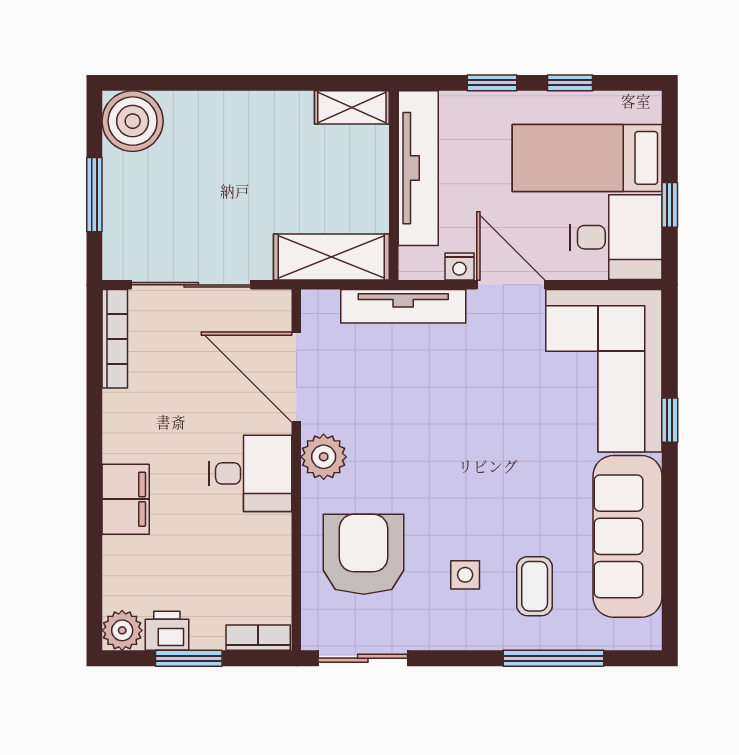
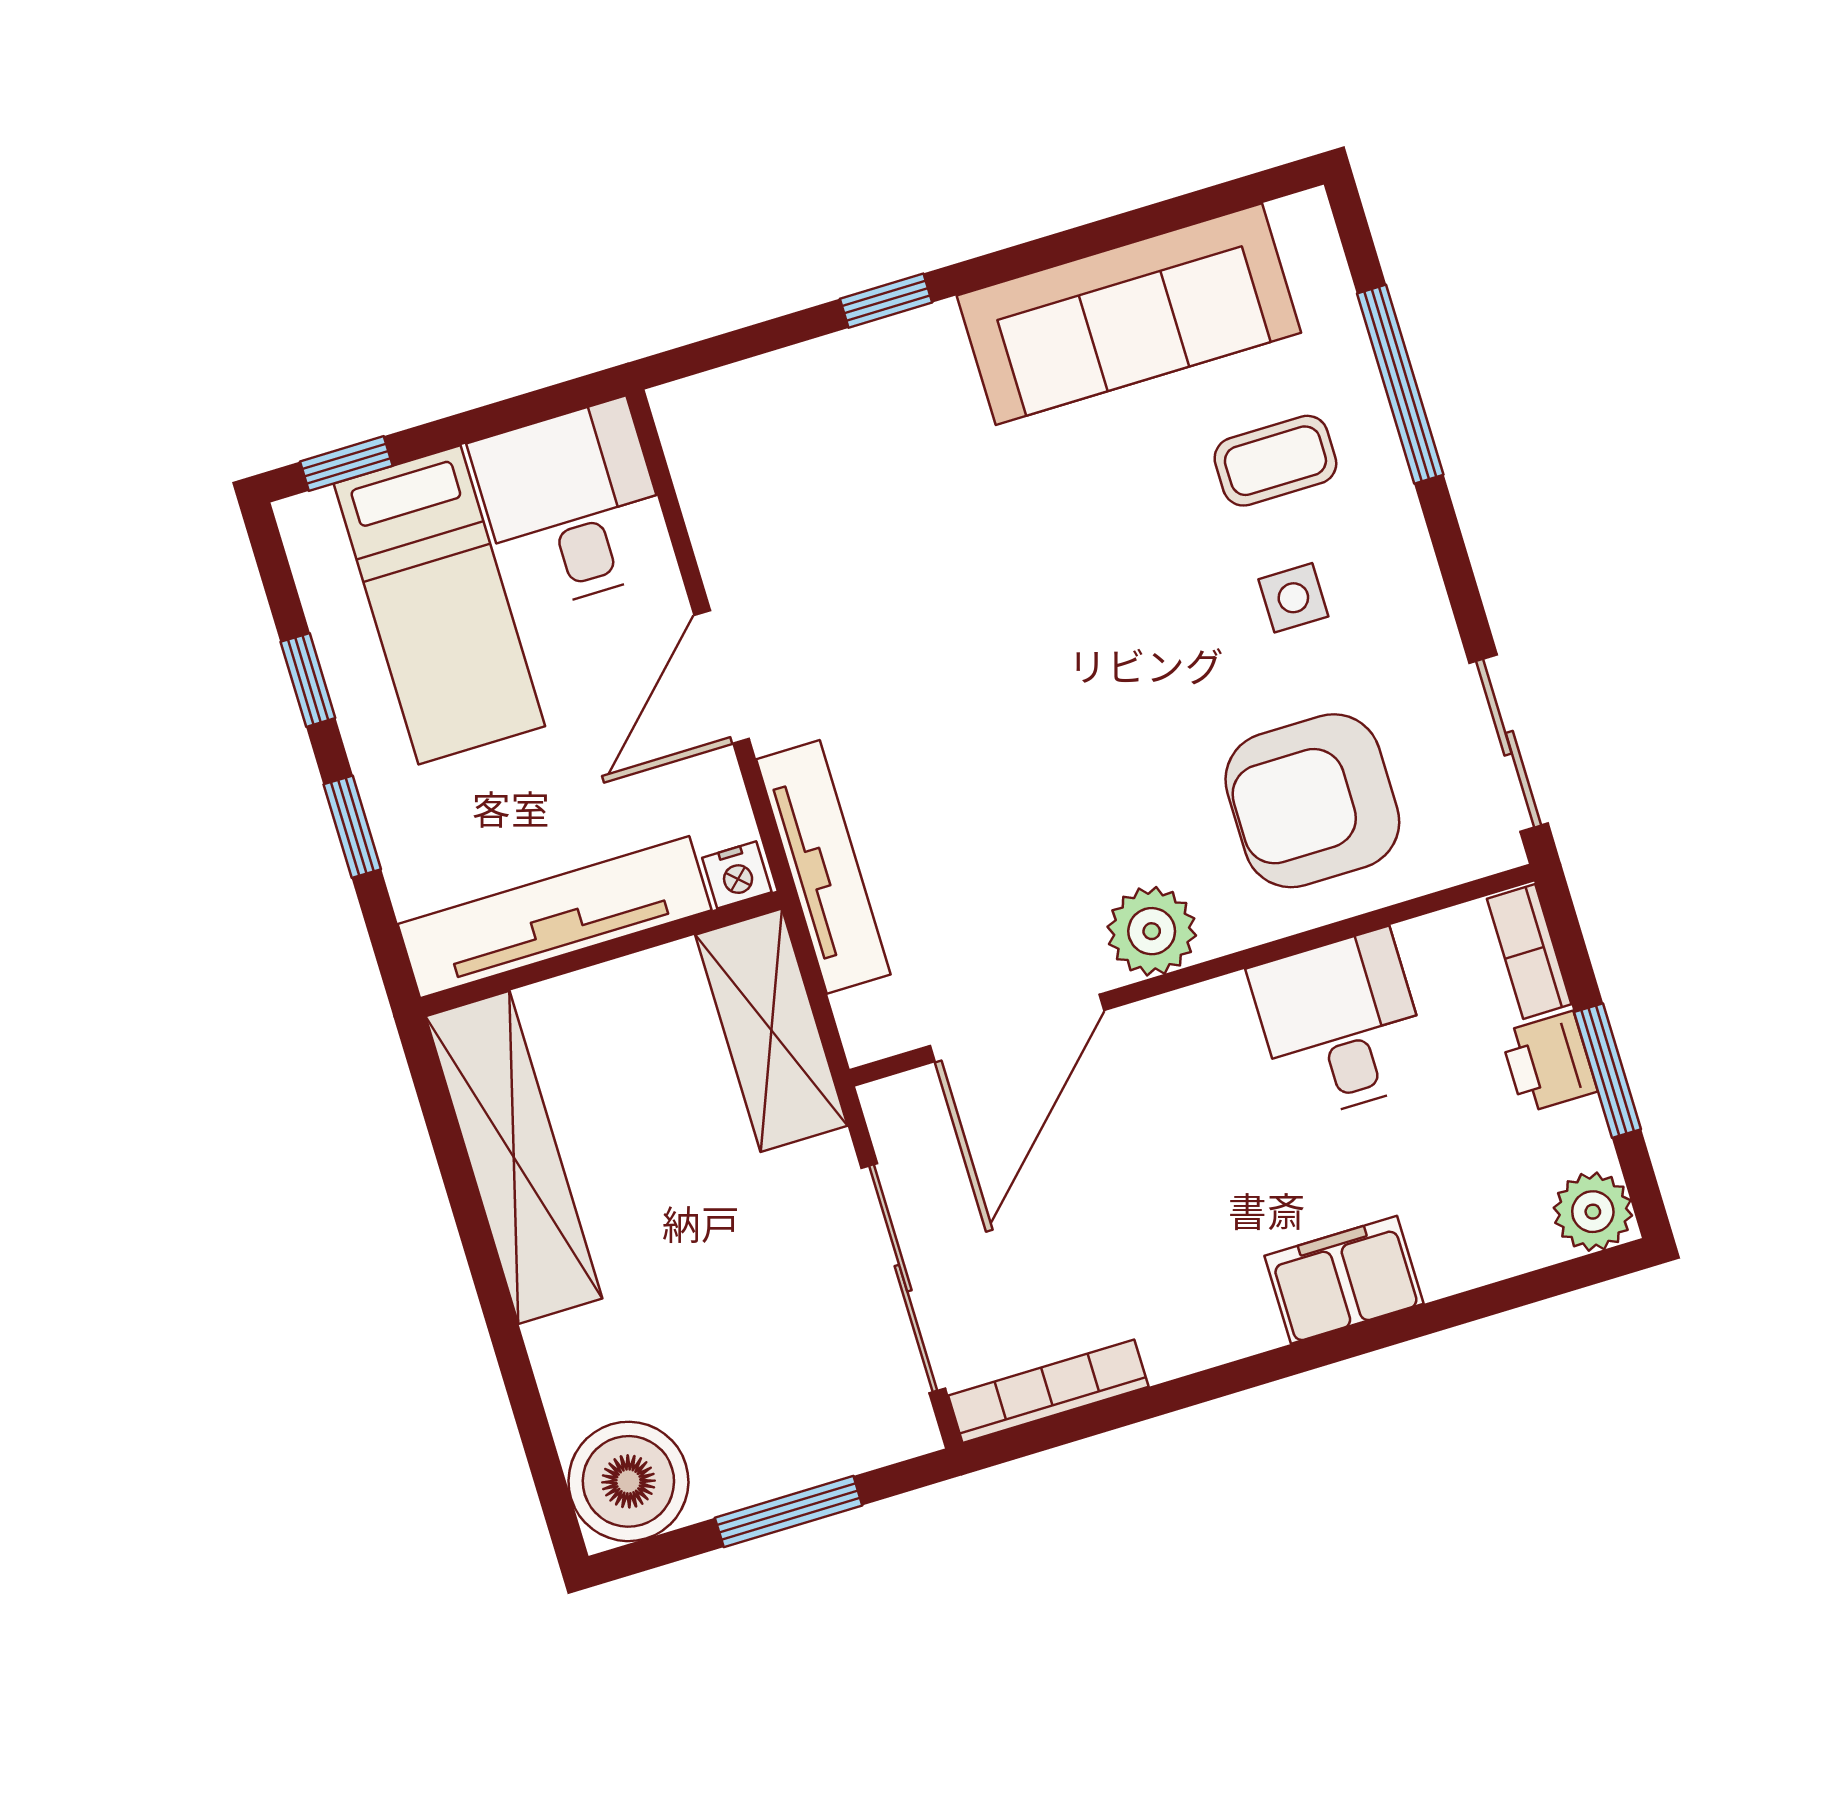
shelving: (352, 107) -> (514, 1157), width x2.20, depth x1.33
window: (670, 205) -> (346, 464), moved
nightstand: (459, 267) -> (737, 875), moved, turned 90
corner sofa: (604, 371) -> (831, 453), removed
desk: (250, 473) -> (1341, 1025), moved
printer: (167, 631) -> (1549, 1062), moved

